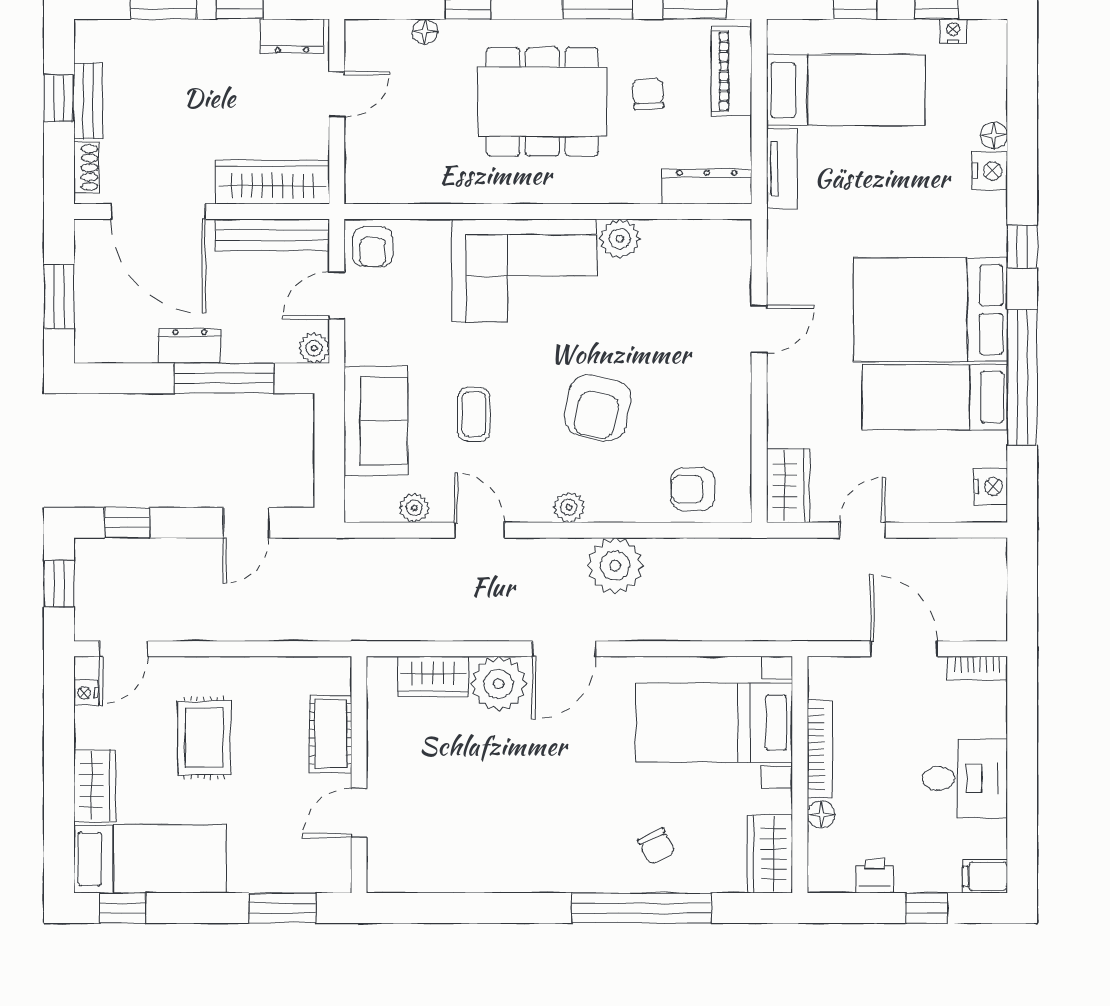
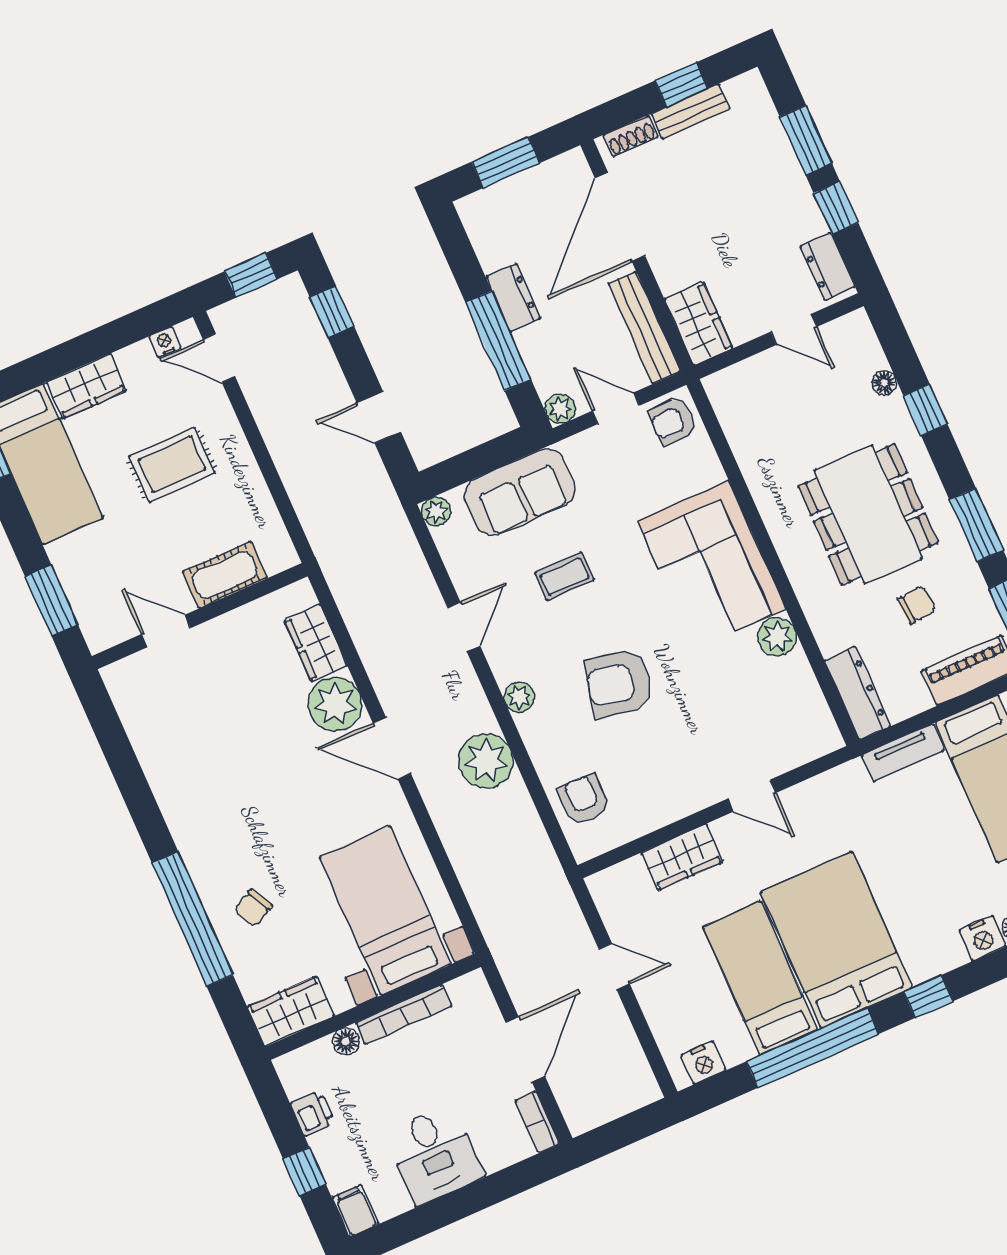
wardrobe: (273, 182) -> (698, 324), width x0.67
wardrobe: (788, 486) -> (682, 857), moved
plant: (414, 508) -> (436, 511), moved

